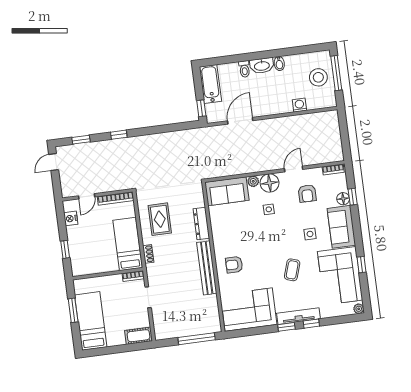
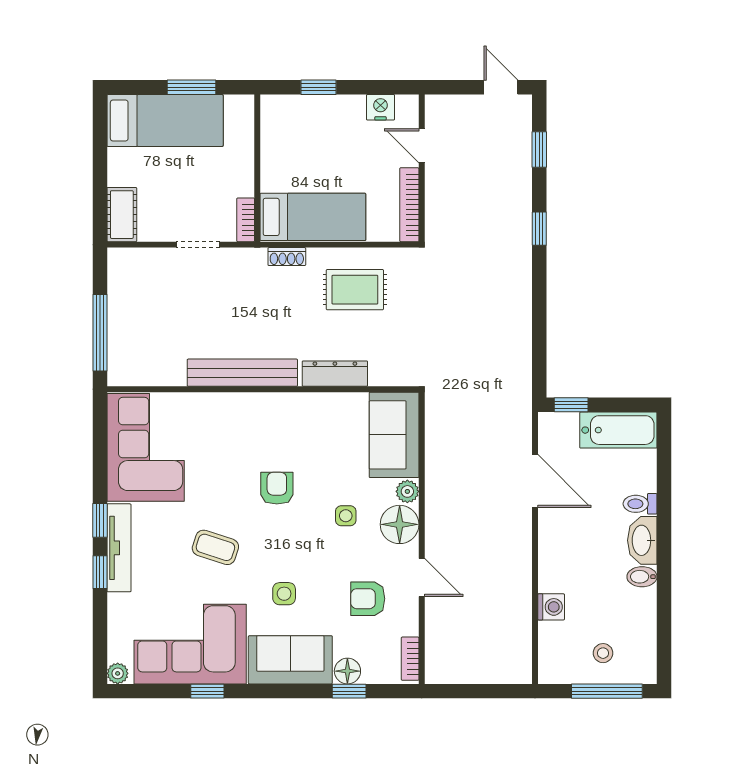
stool: (318, 77) -> (603, 653), width x0.53, depth x0.53
armchair: (234, 265) -> (277, 488), moved

